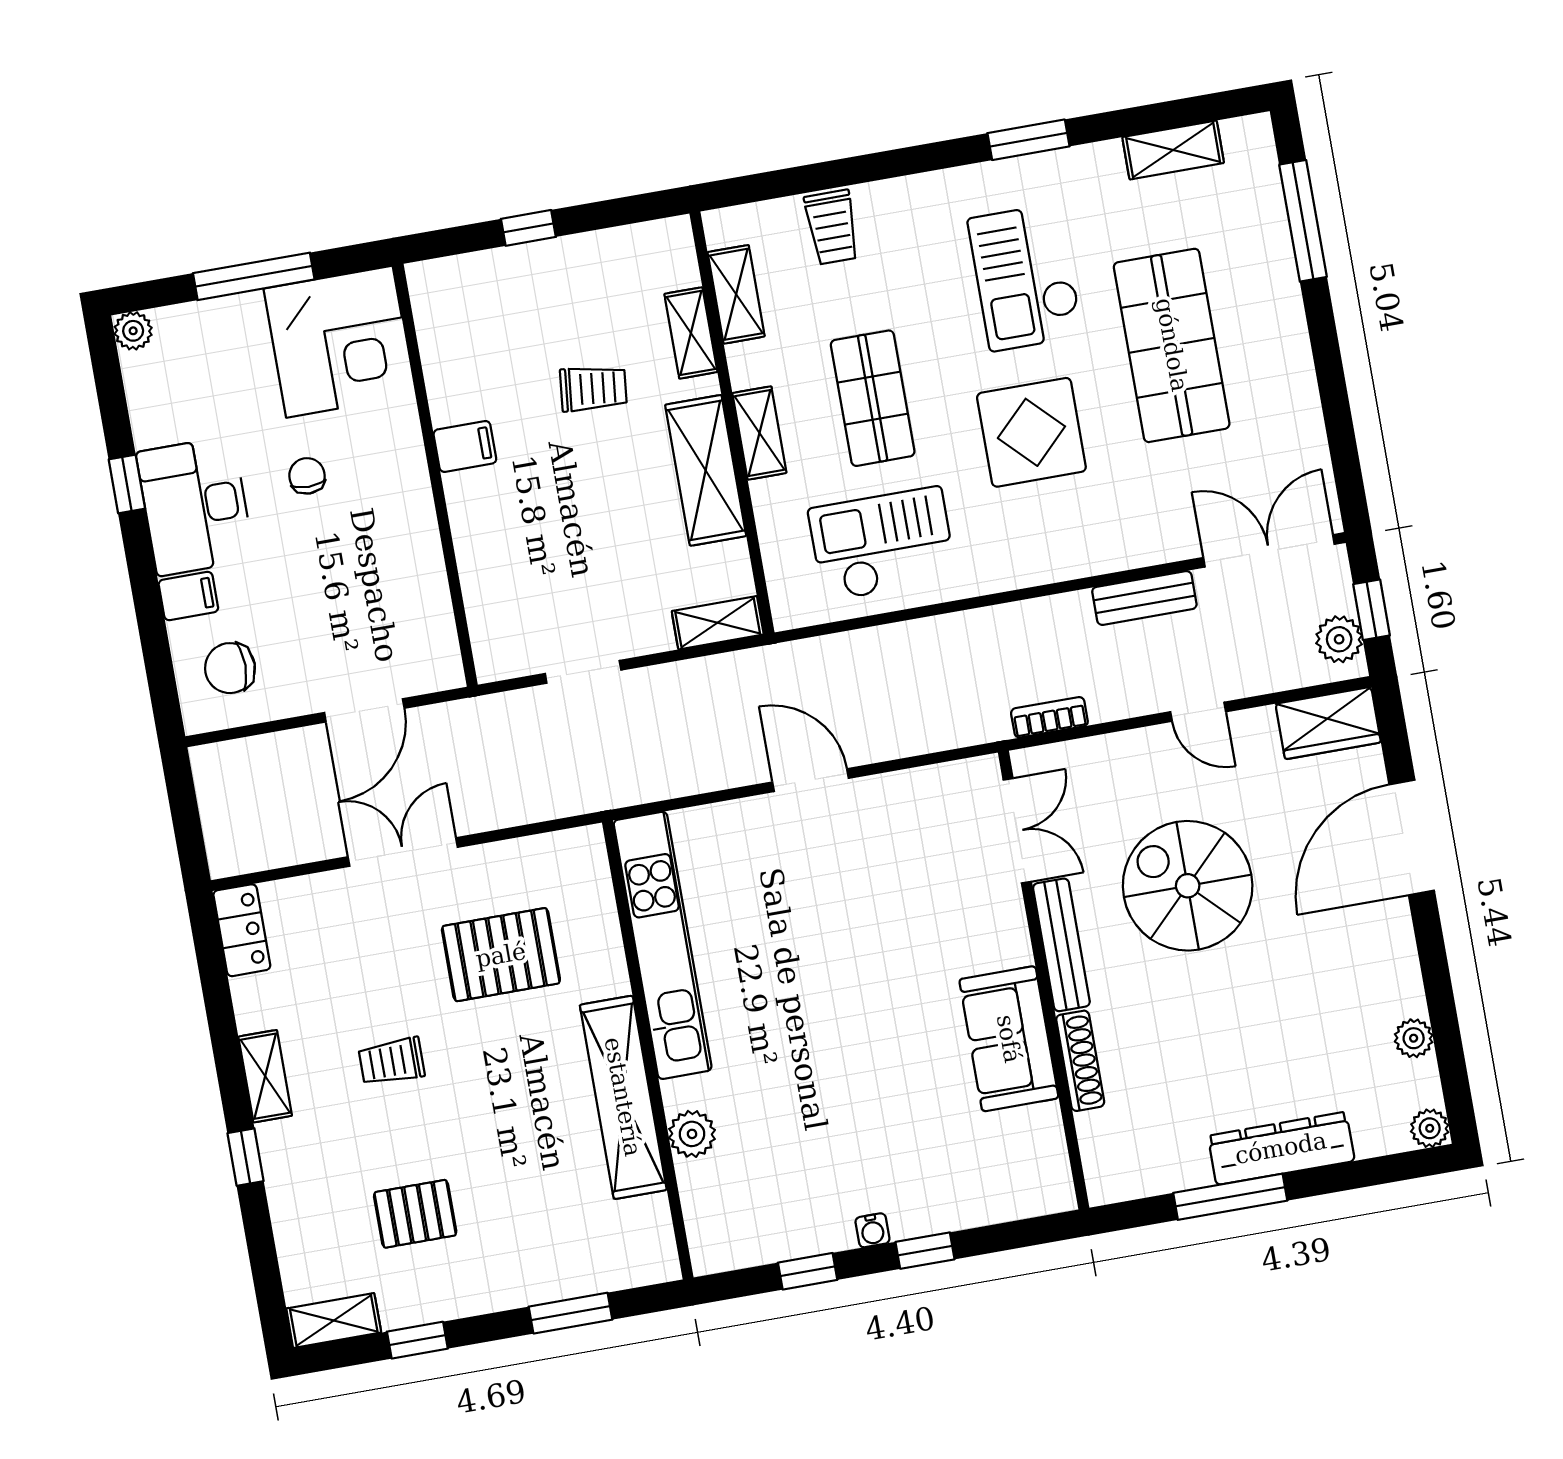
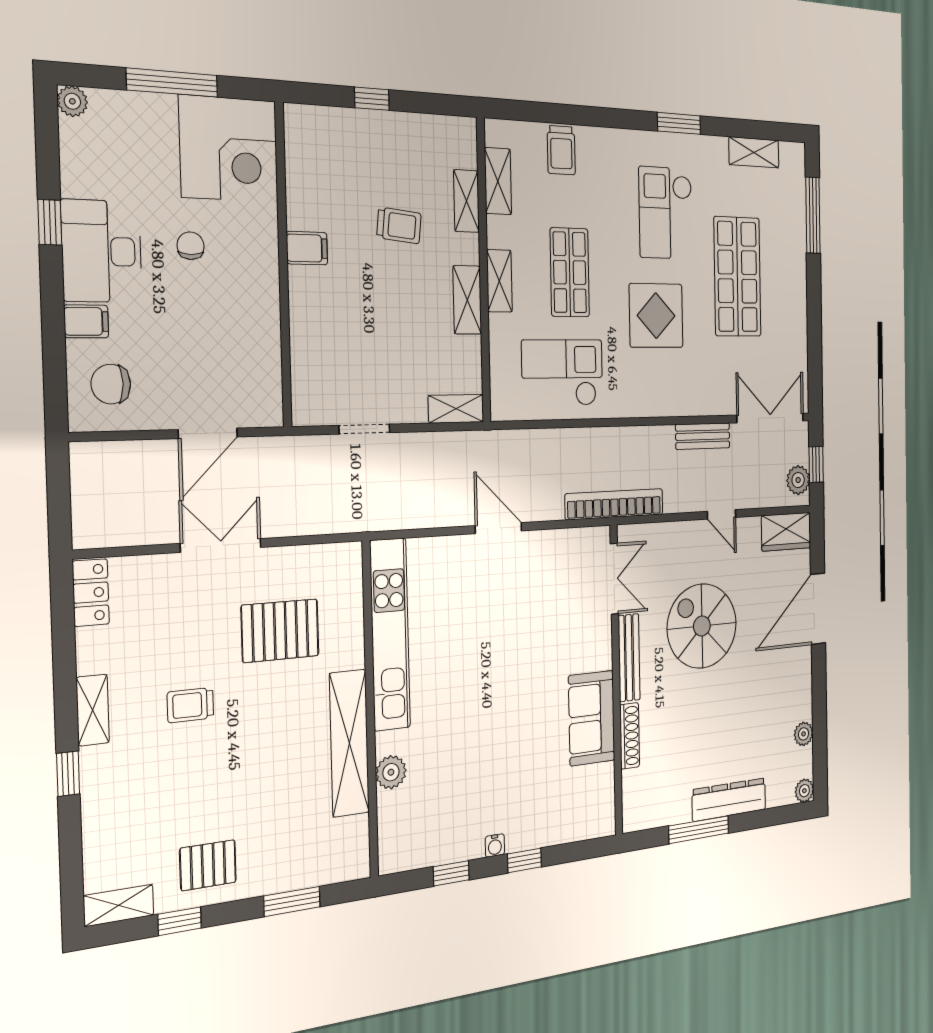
shelving: (706, 470) -> (467, 300), width x0.67, depth x0.75
bookcase: (1049, 717) -> (614, 504), width x2.31, depth x1.31
pallet: (415, 1214) -> (208, 865), moved

